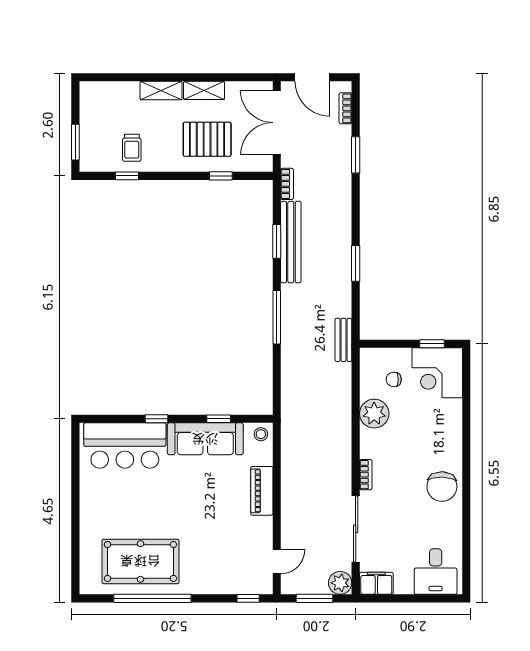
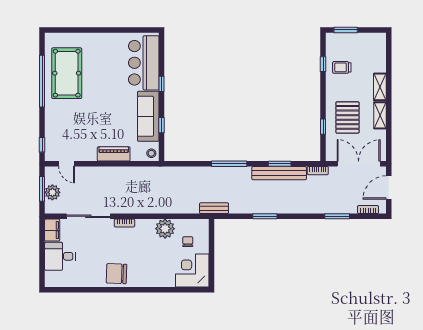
window: (432, 344) -> (211, 267), removed
desk: (436, 572) -> (60, 256), moved
plant: (340, 583) -> (52, 192), moved

